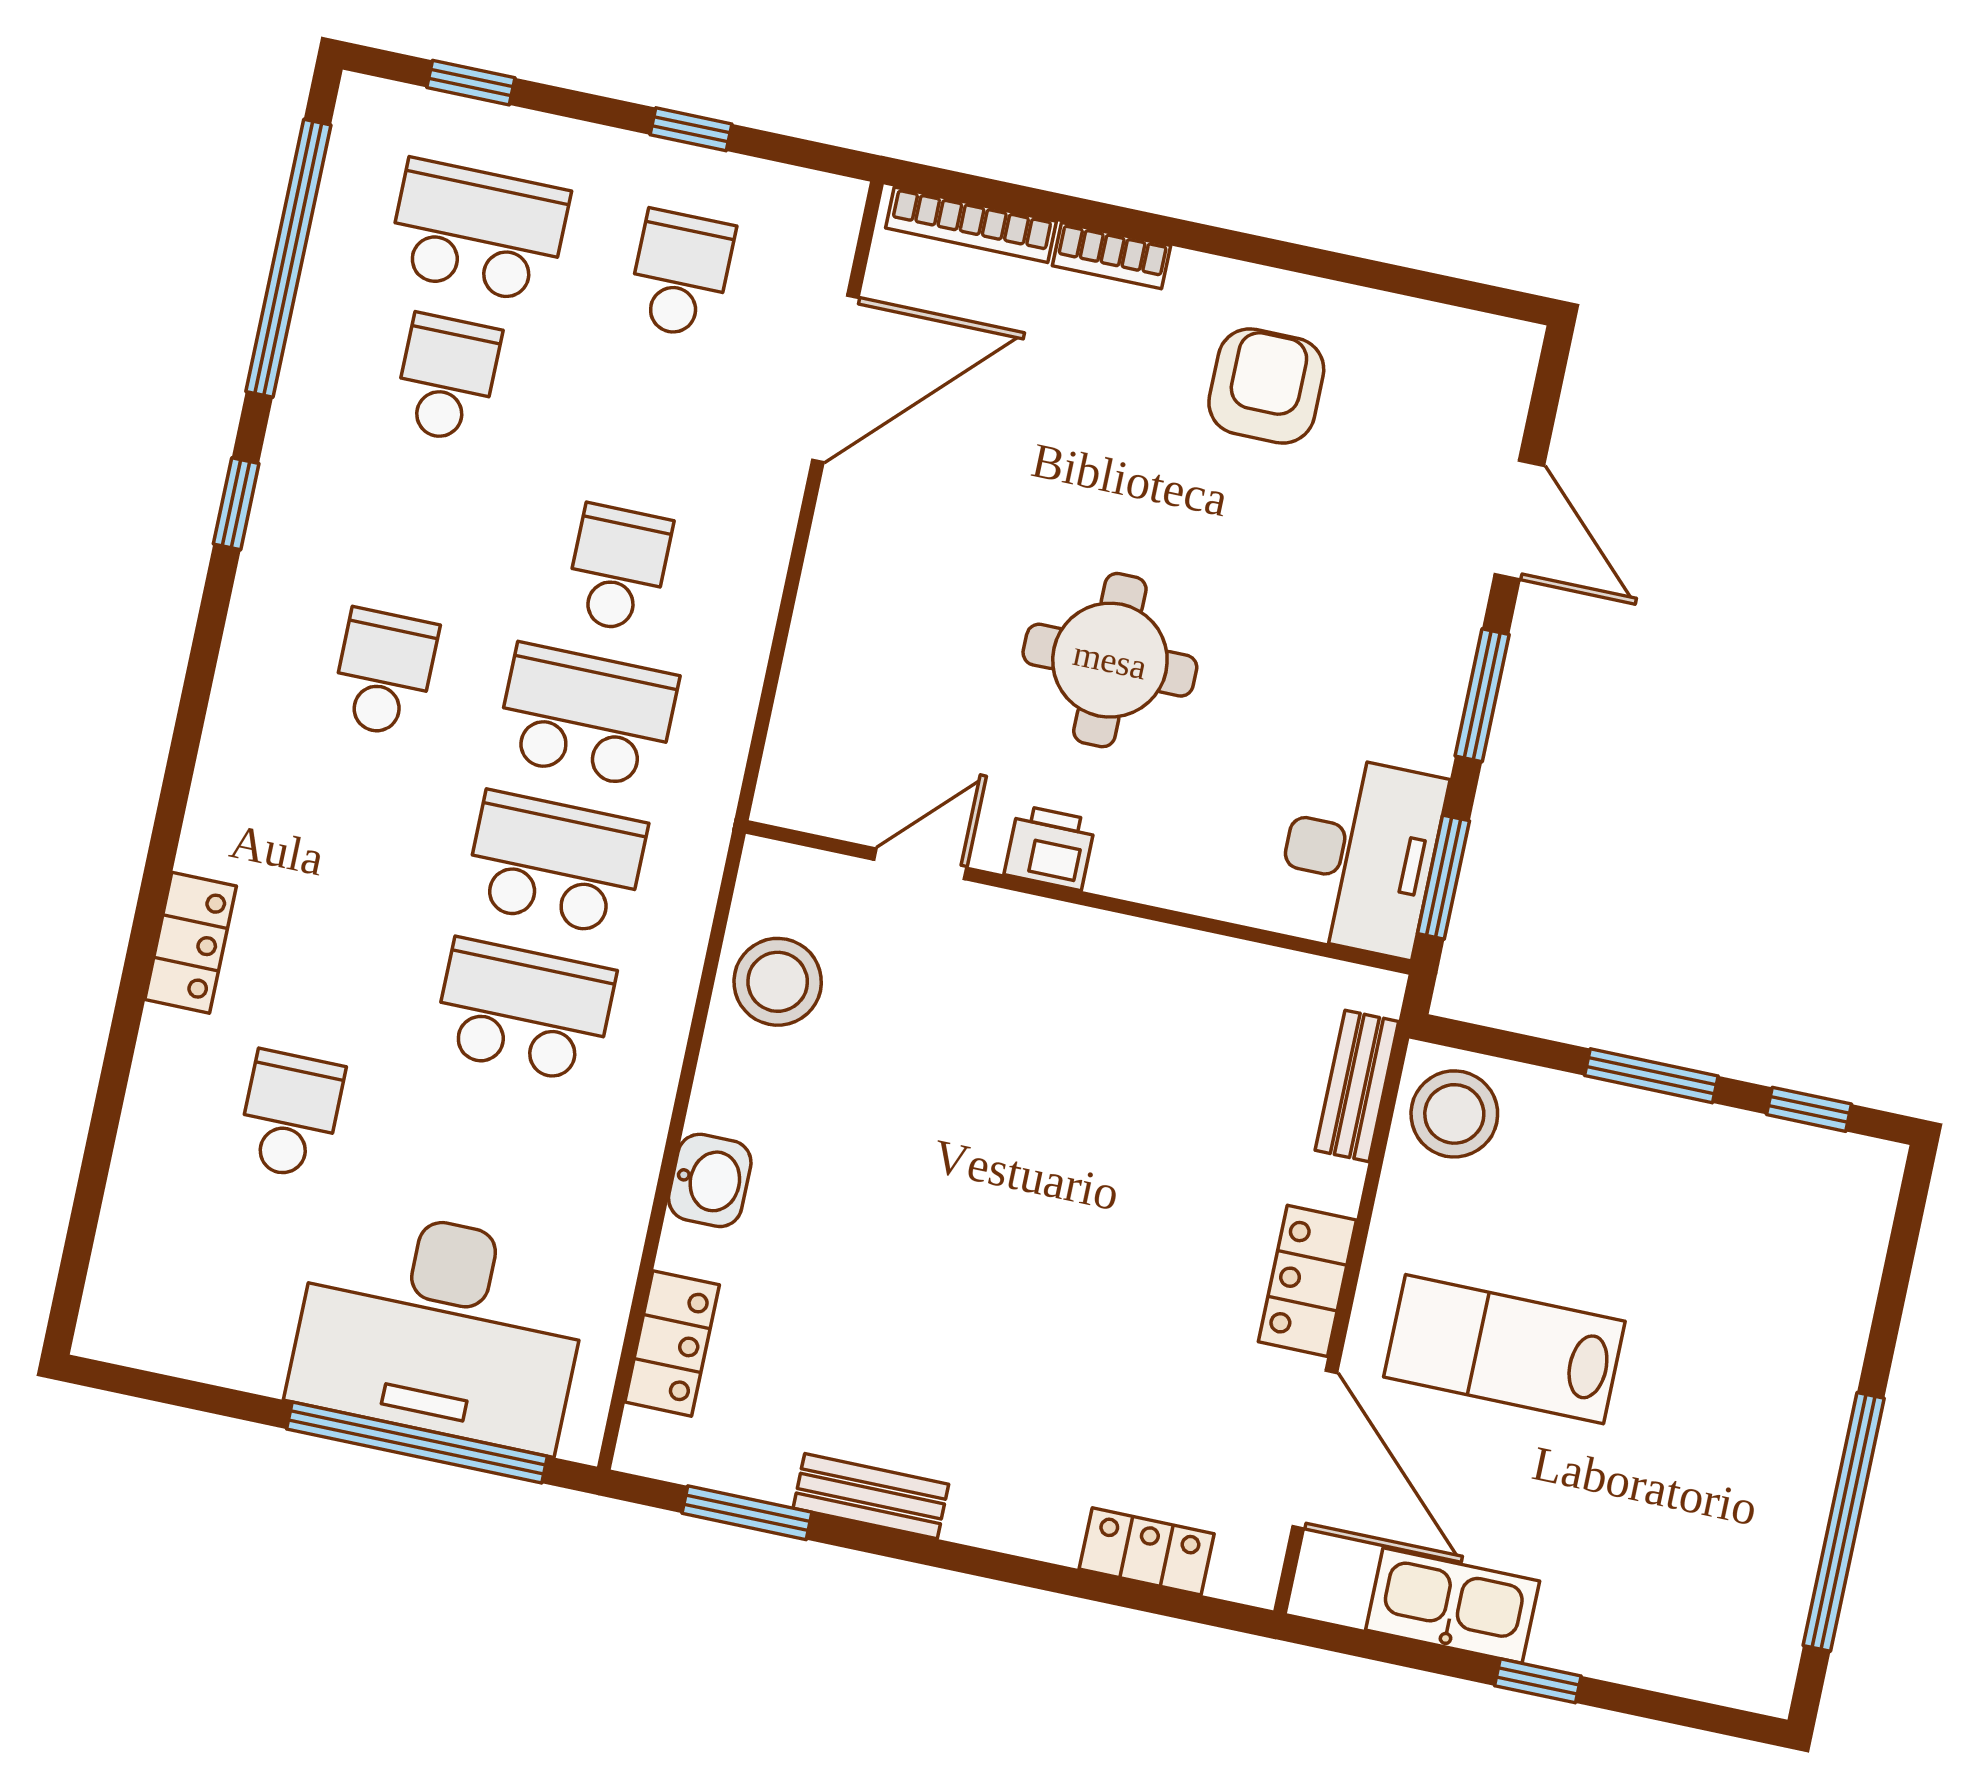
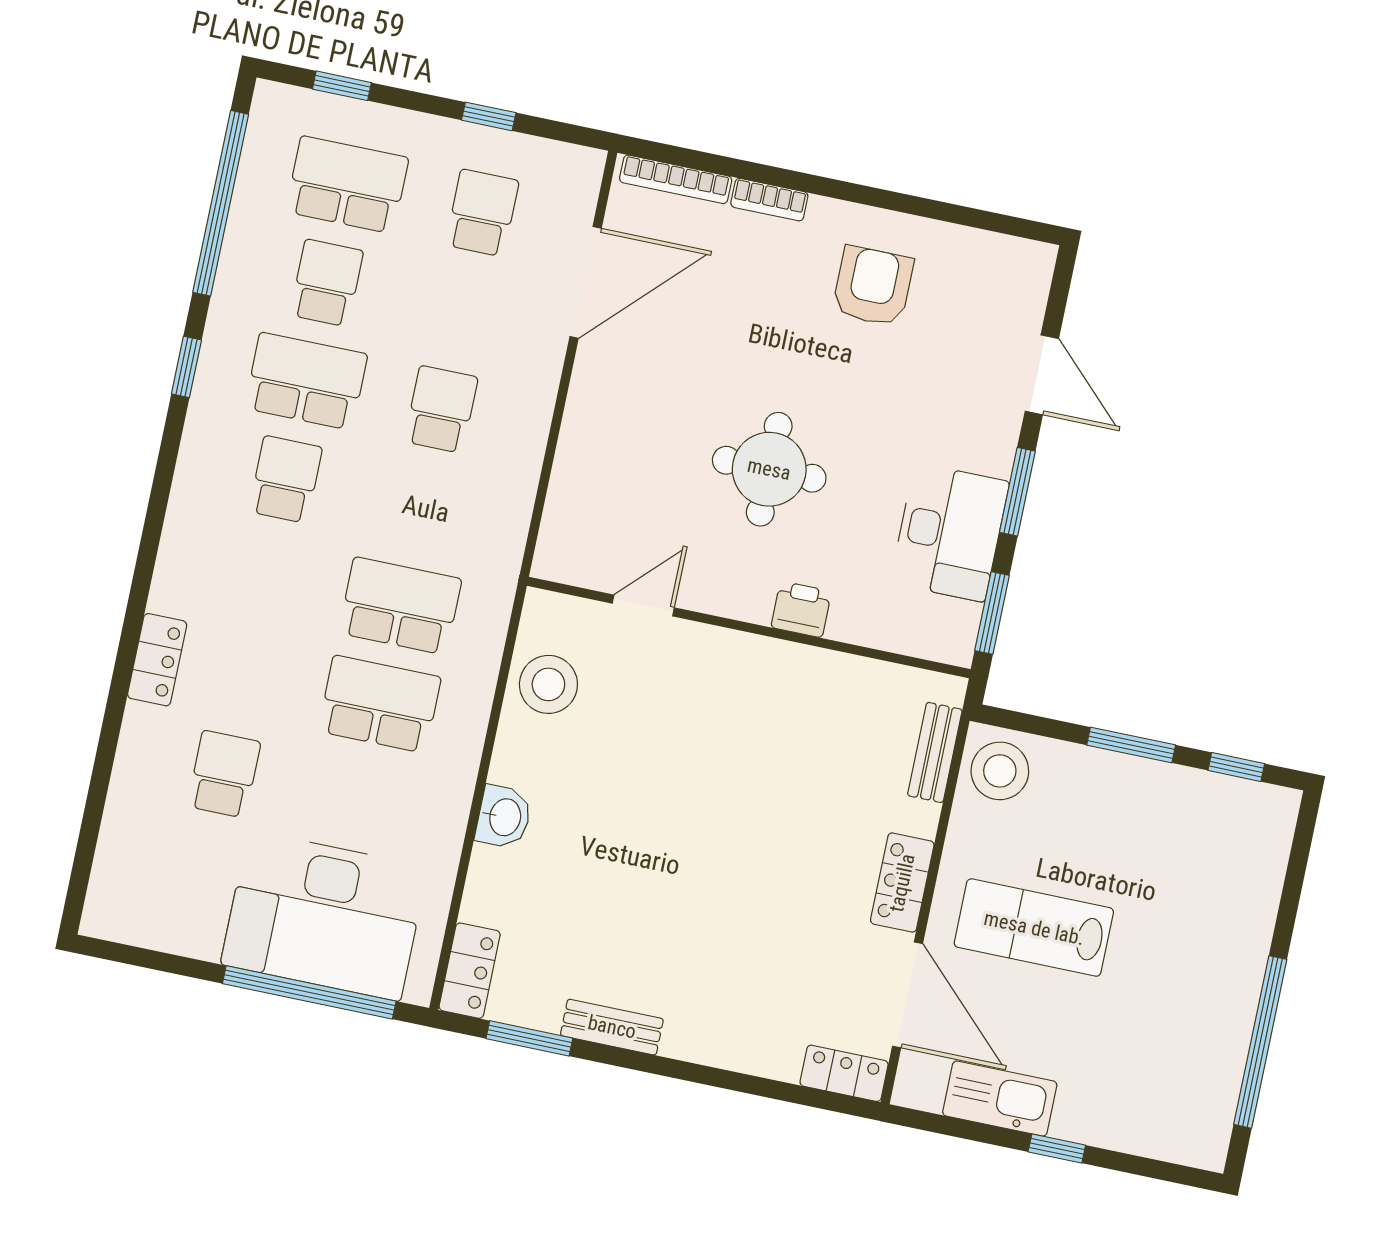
school desk: (587, 716) -> (306, 381), moved
printer: (1050, 848) -> (801, 609), moved
desk: (1359, 855) -> (950, 532), moved
locker: (672, 1343) -> (470, 971), moved
locker: (1147, 1551) -> (844, 1073), moved

